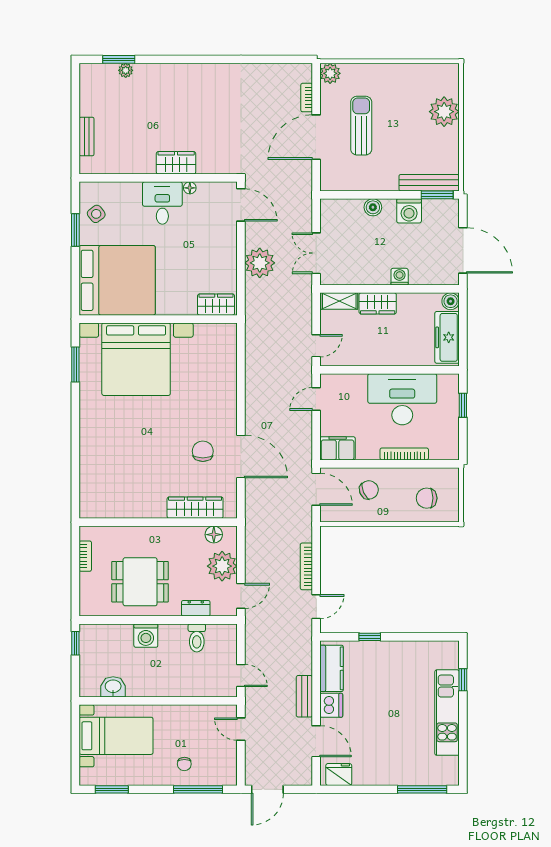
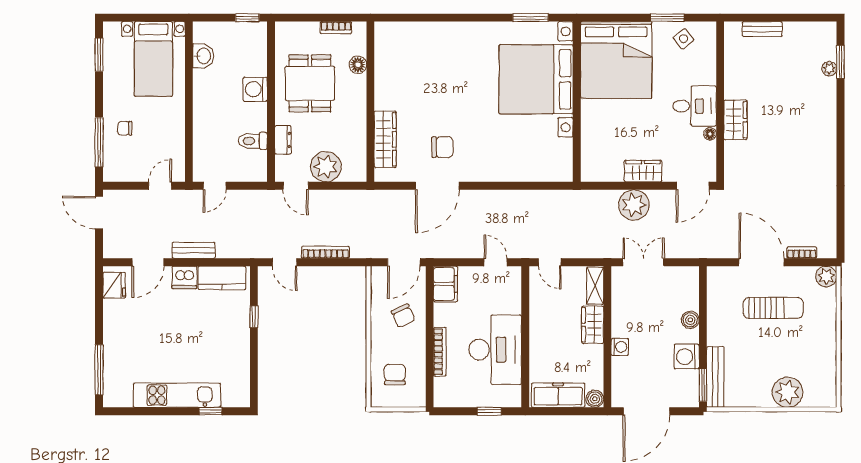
wardrobe: (216, 305) -> (643, 171), moved, turned -90
floor lamp: (214, 535) -> (358, 65), moved

